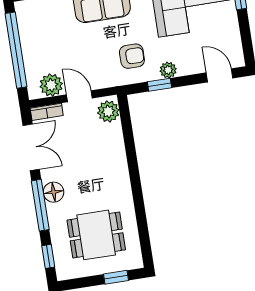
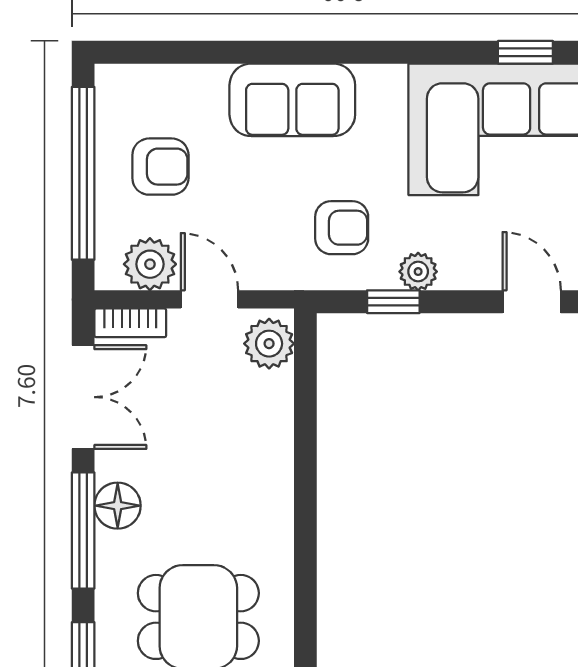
armchair: (49, 42) -> (160, 167), added

